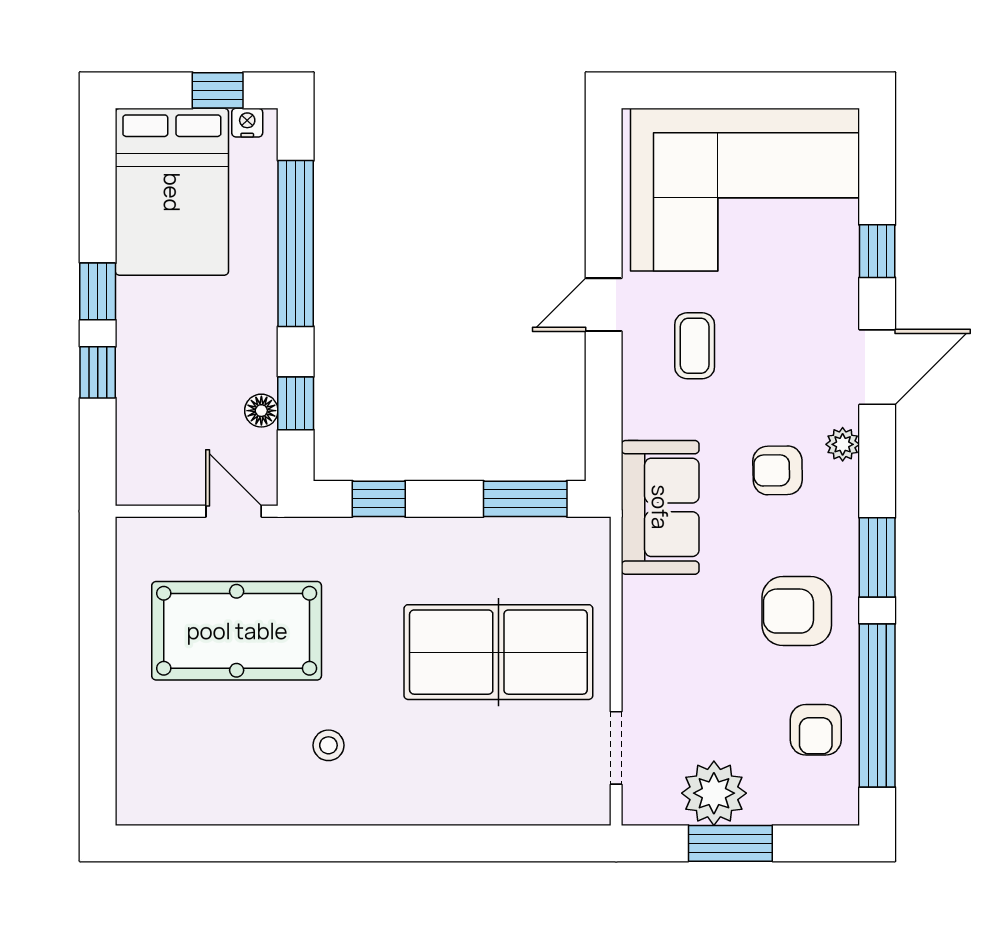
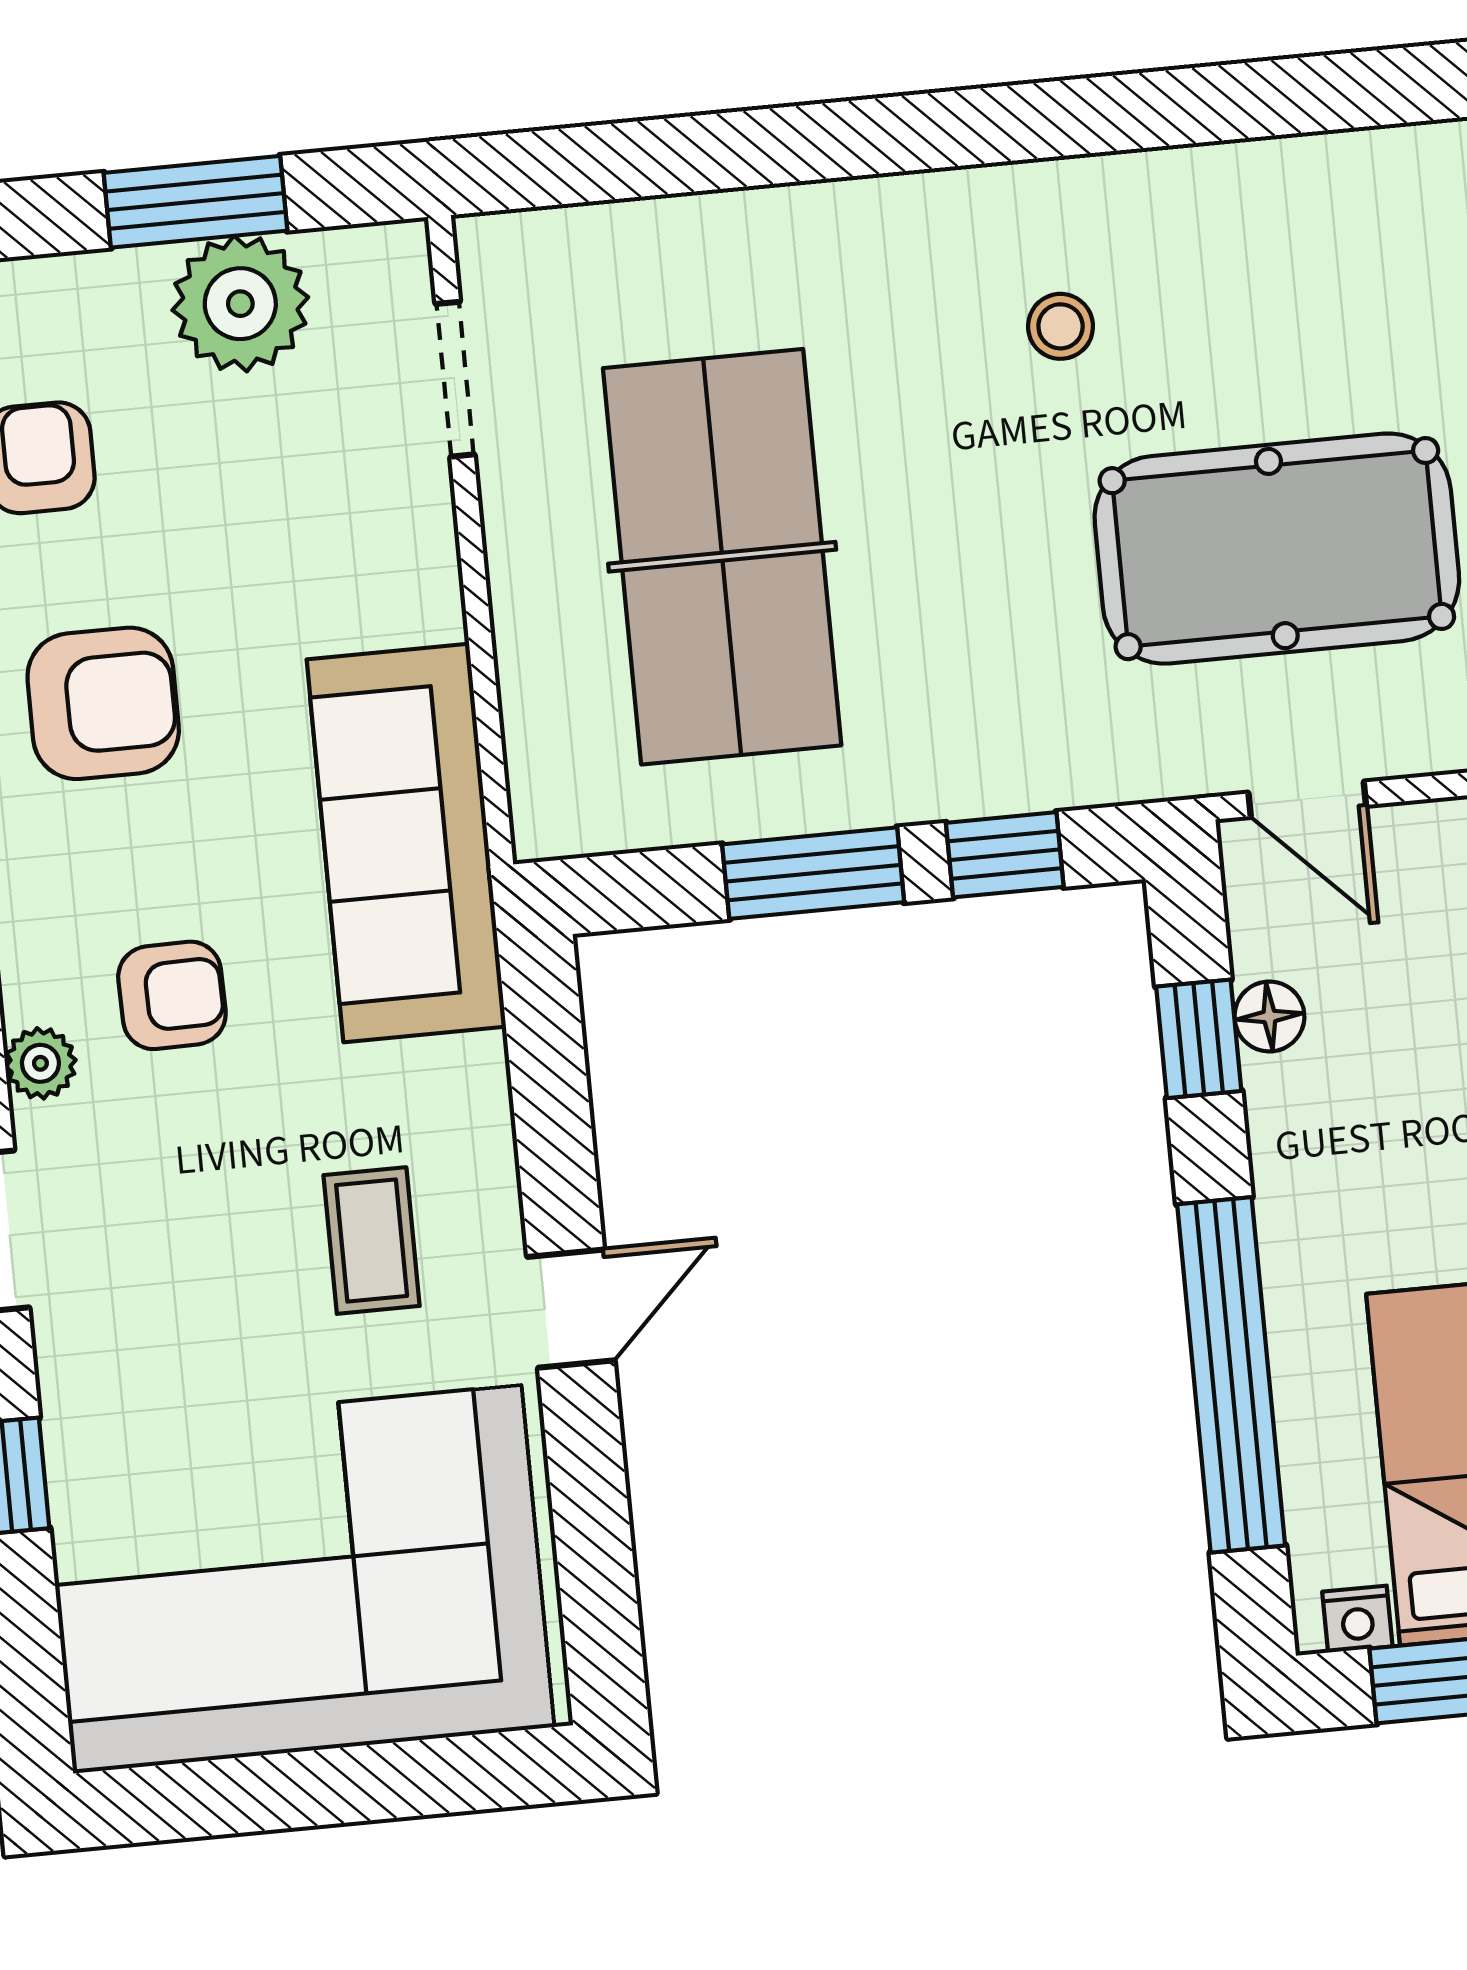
window: (525, 499) -> (813, 873), moved
sofa: (660, 507) -> (406, 843), width x1.36
table tennis table: (498, 652) -> (722, 557), turned 90

